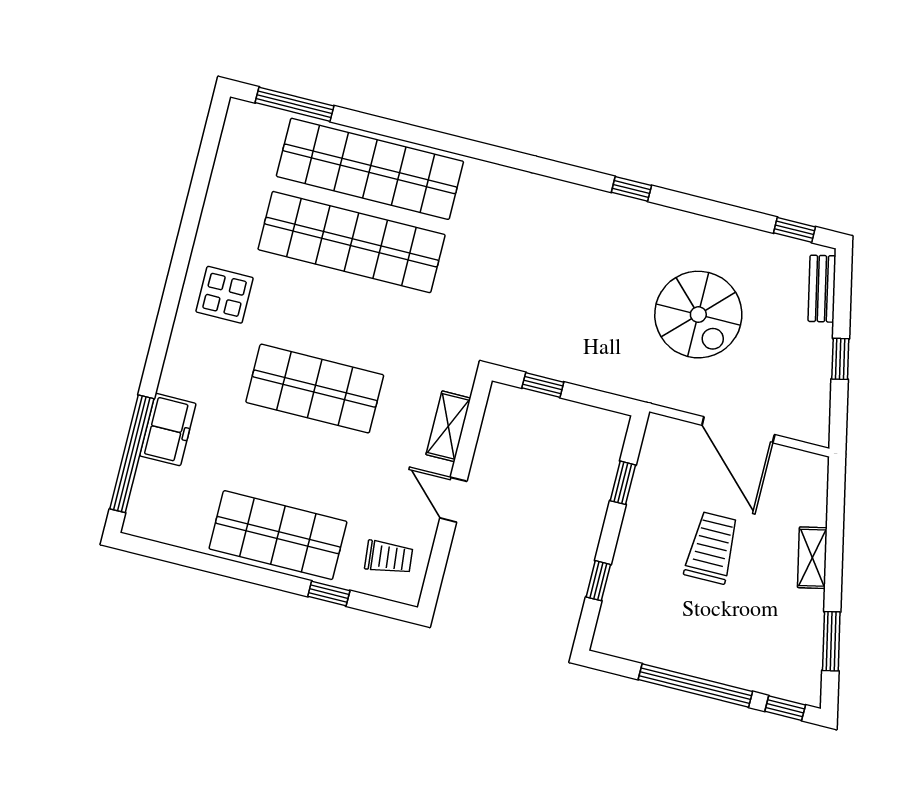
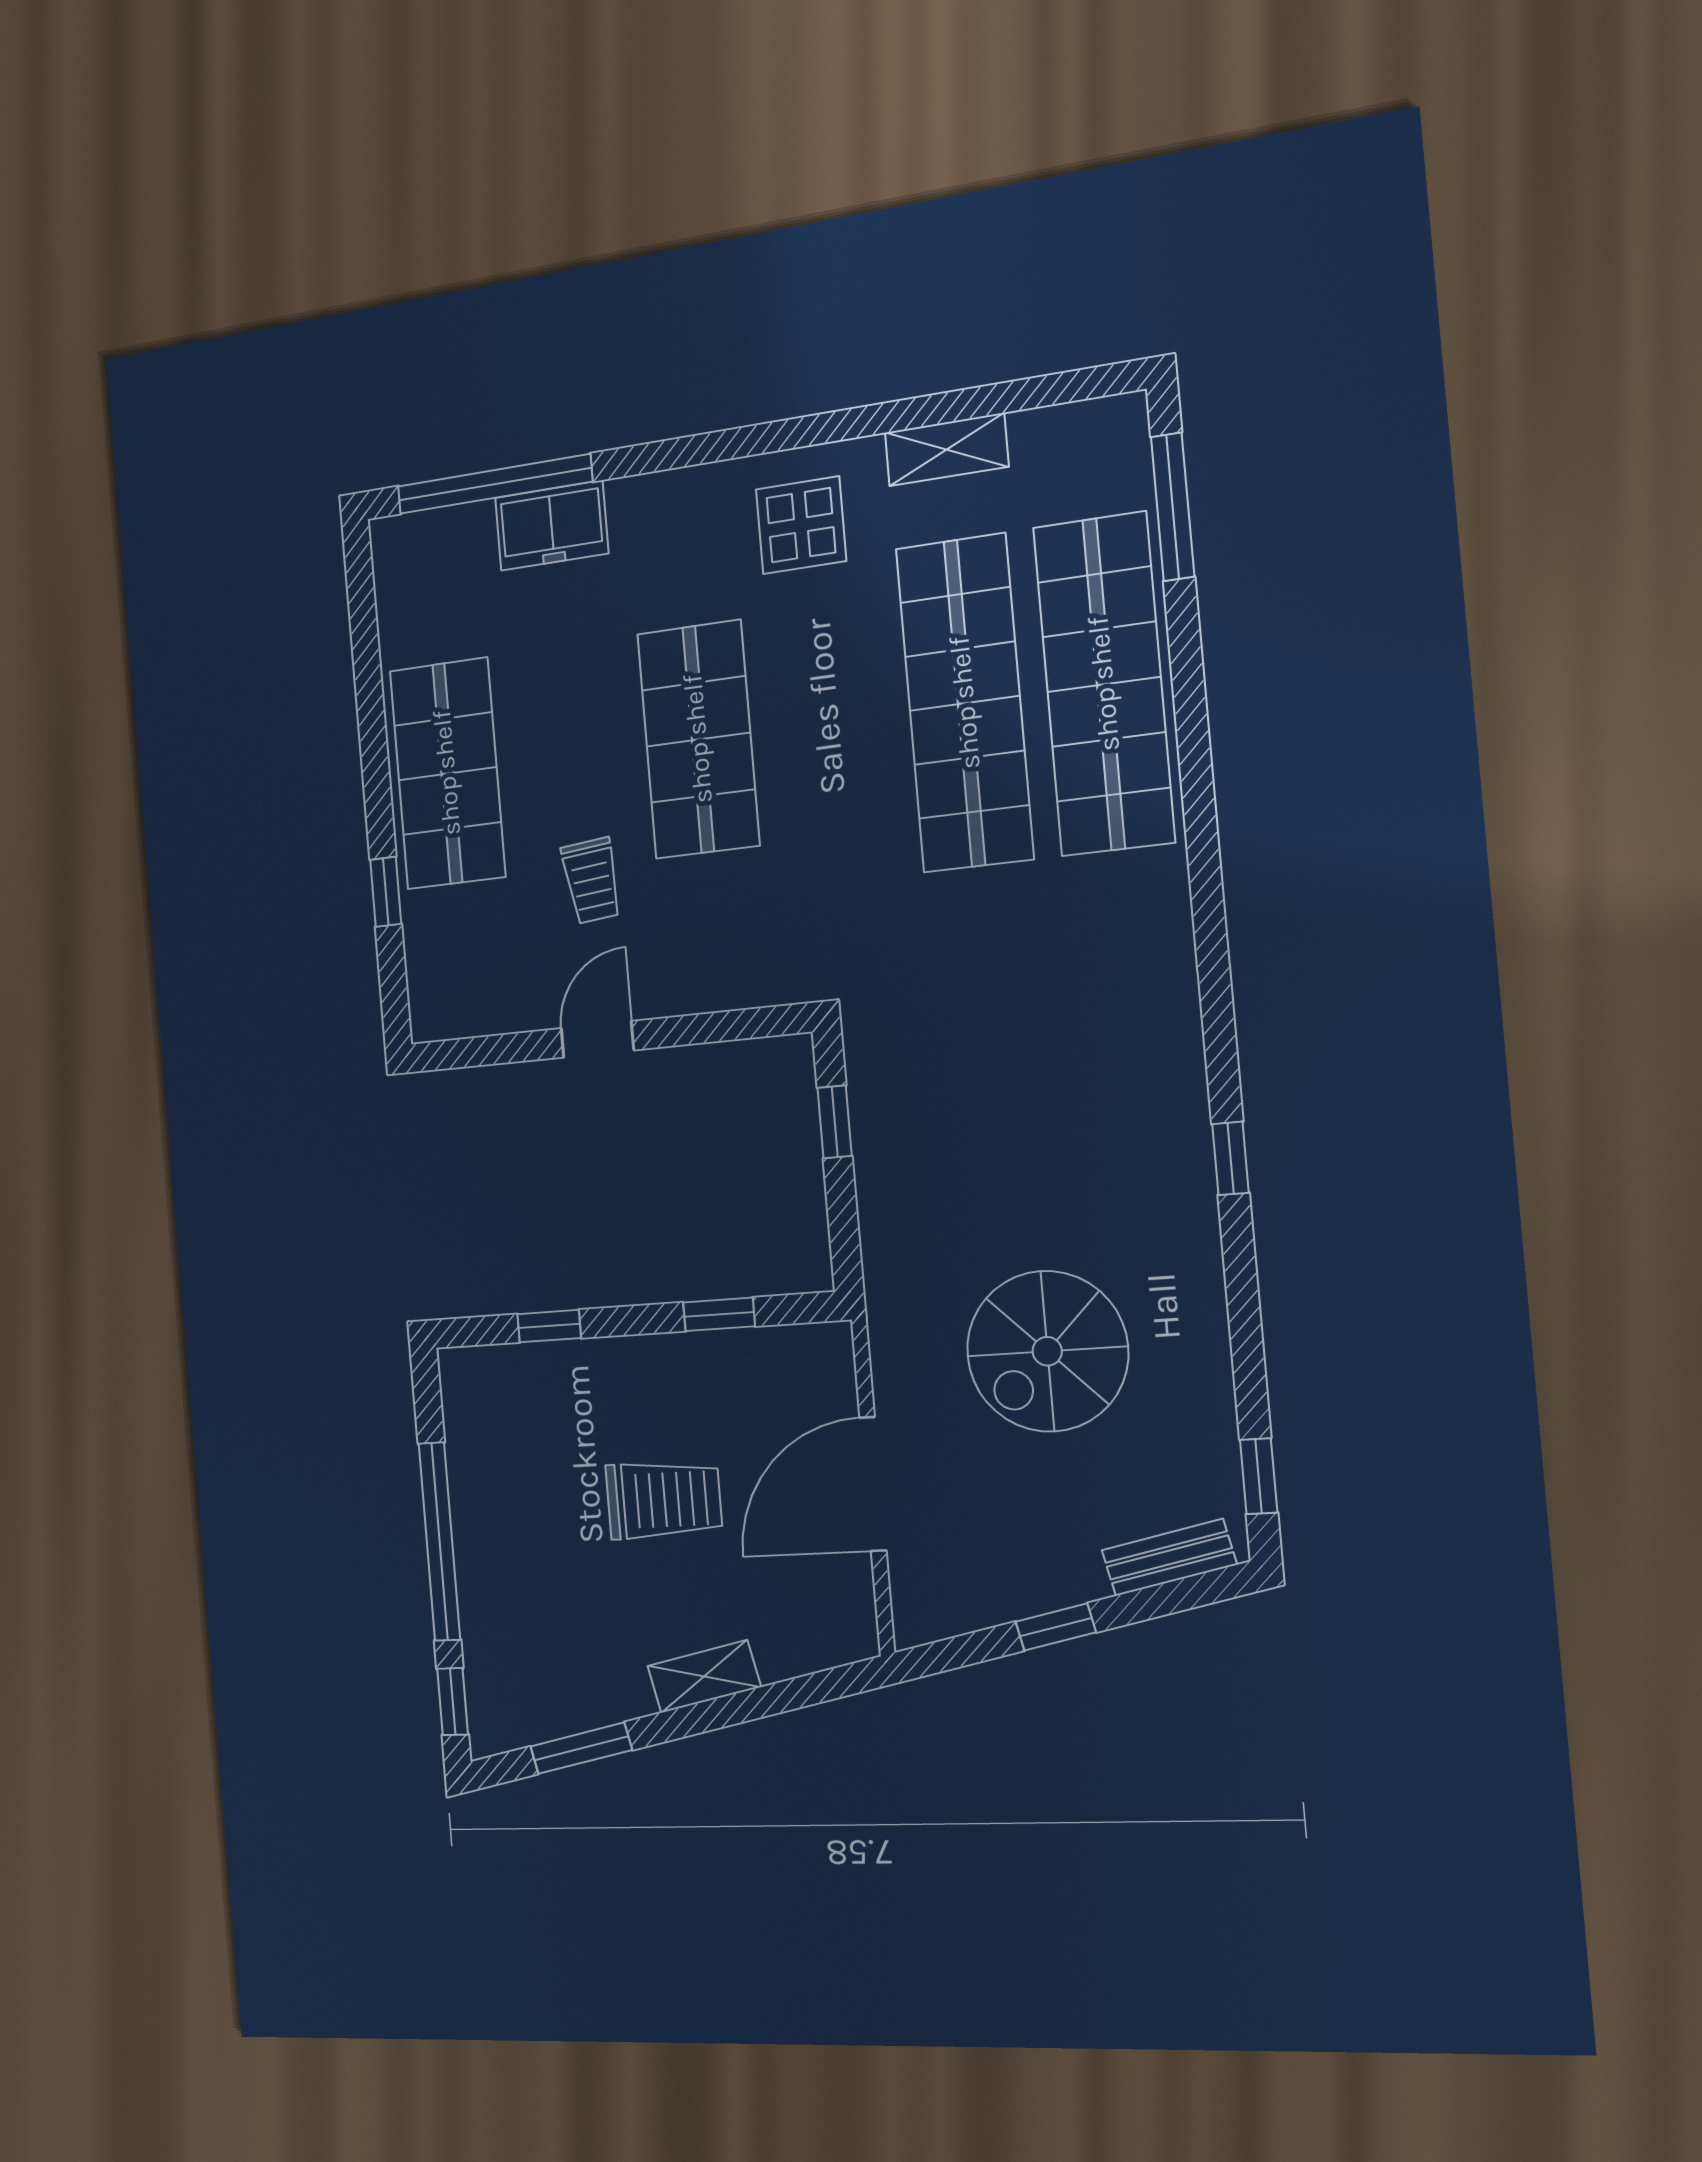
shelving: (448, 426) -> (947, 450), moved
trolley: (389, 557) -> (592, 881), moved

